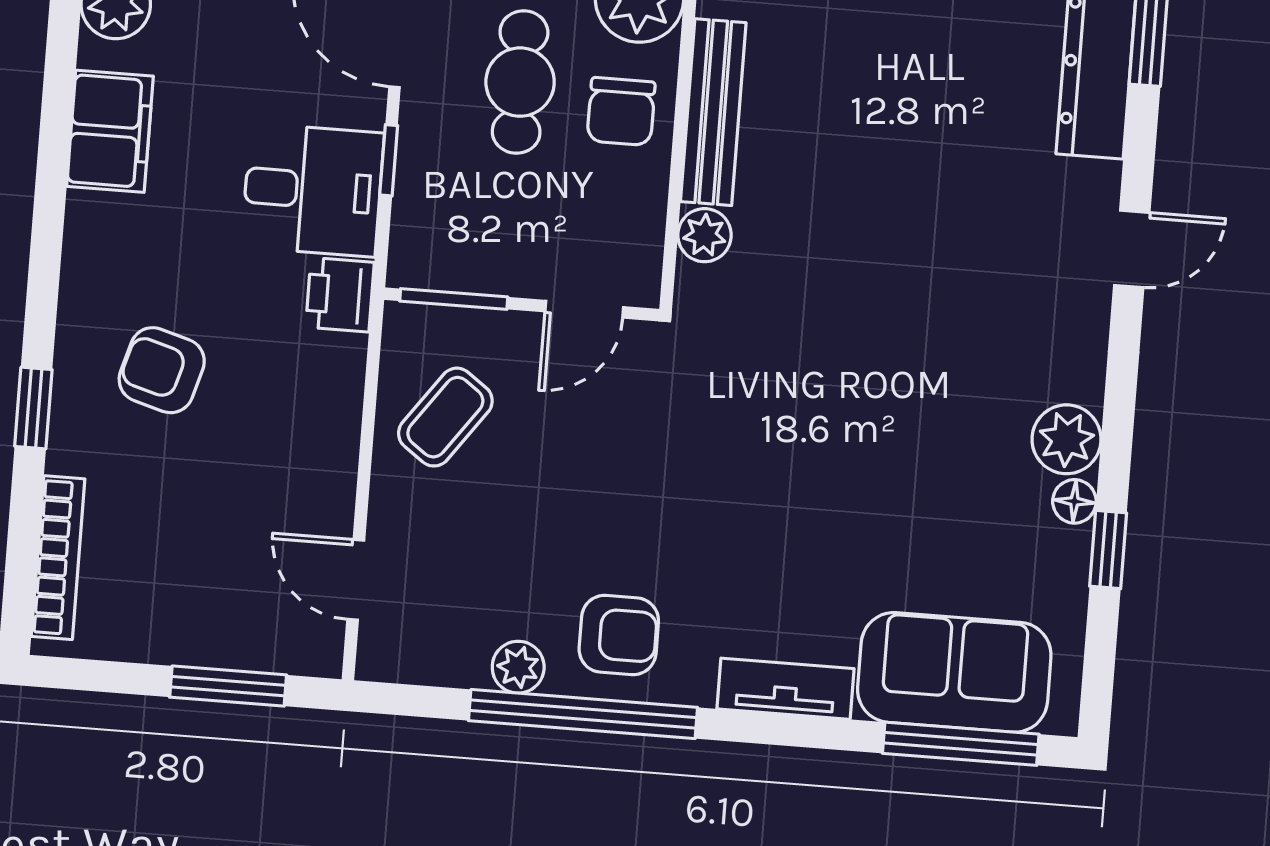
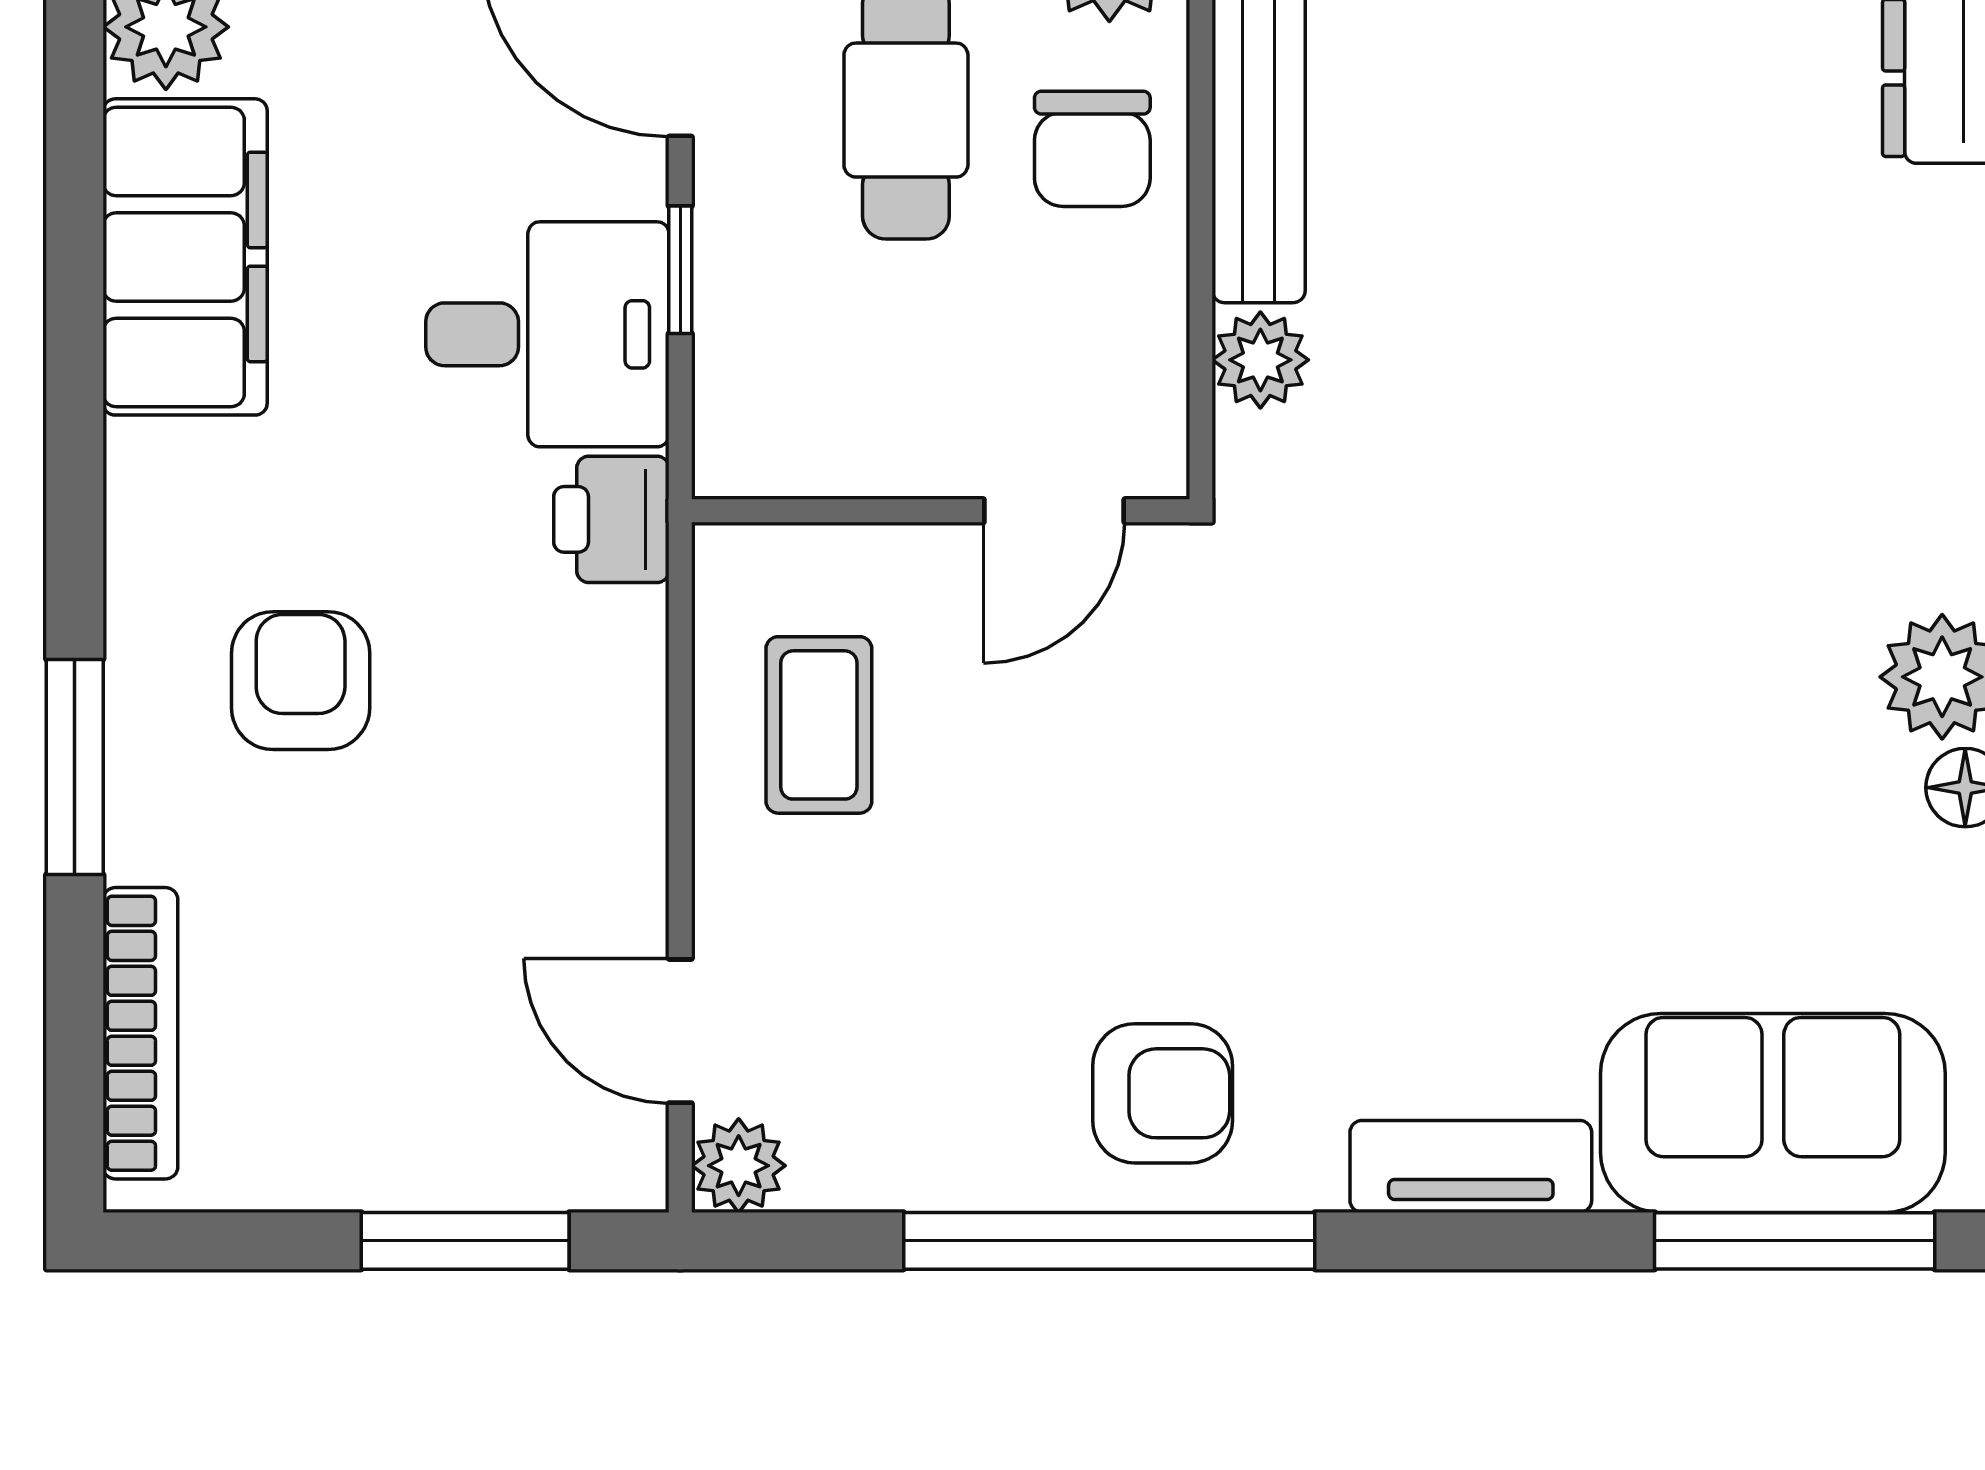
filing cabinet: (110, 131) -> (185, 257), width x1.50, depth x1.17
window: (454, 299) -> (817, 511), removed
armchair: (162, 370) -> (301, 681), turned 74
window: (33, 408) -> (75, 767), width x1.50
coffee table: (445, 417) -> (819, 725), turned -36
plant: (518, 667) -> (739, 1166), moved

